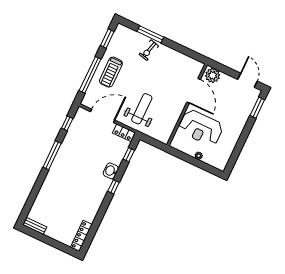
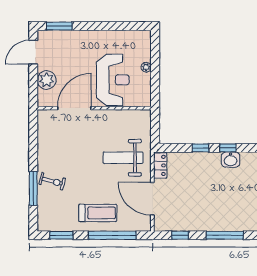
plant: (213, 75) -> (47, 80), moved
window: (129, 155) -> (200, 148), moved
washbasin: (111, 171) -> (231, 160), moved

